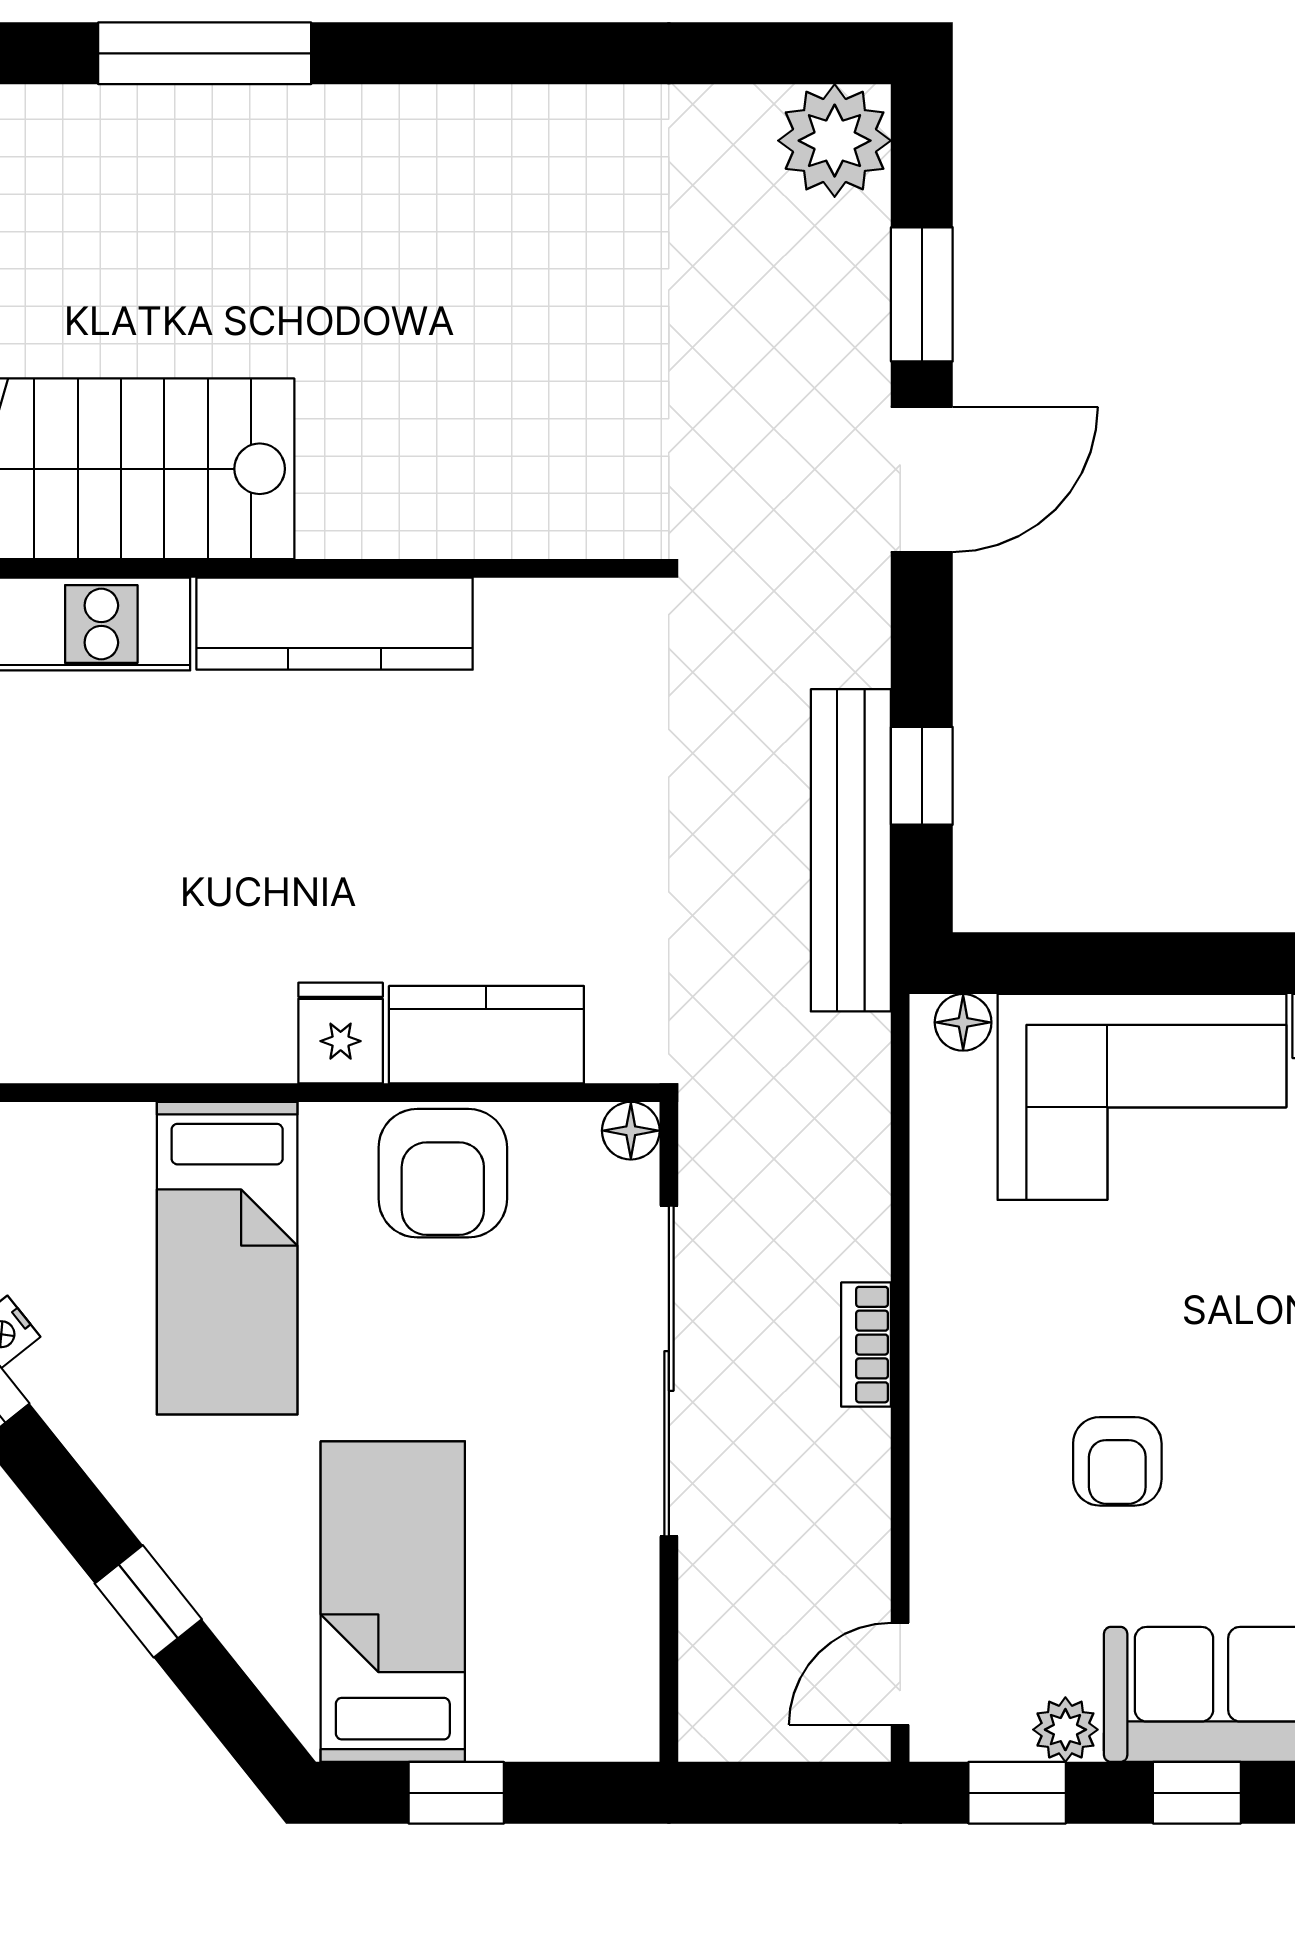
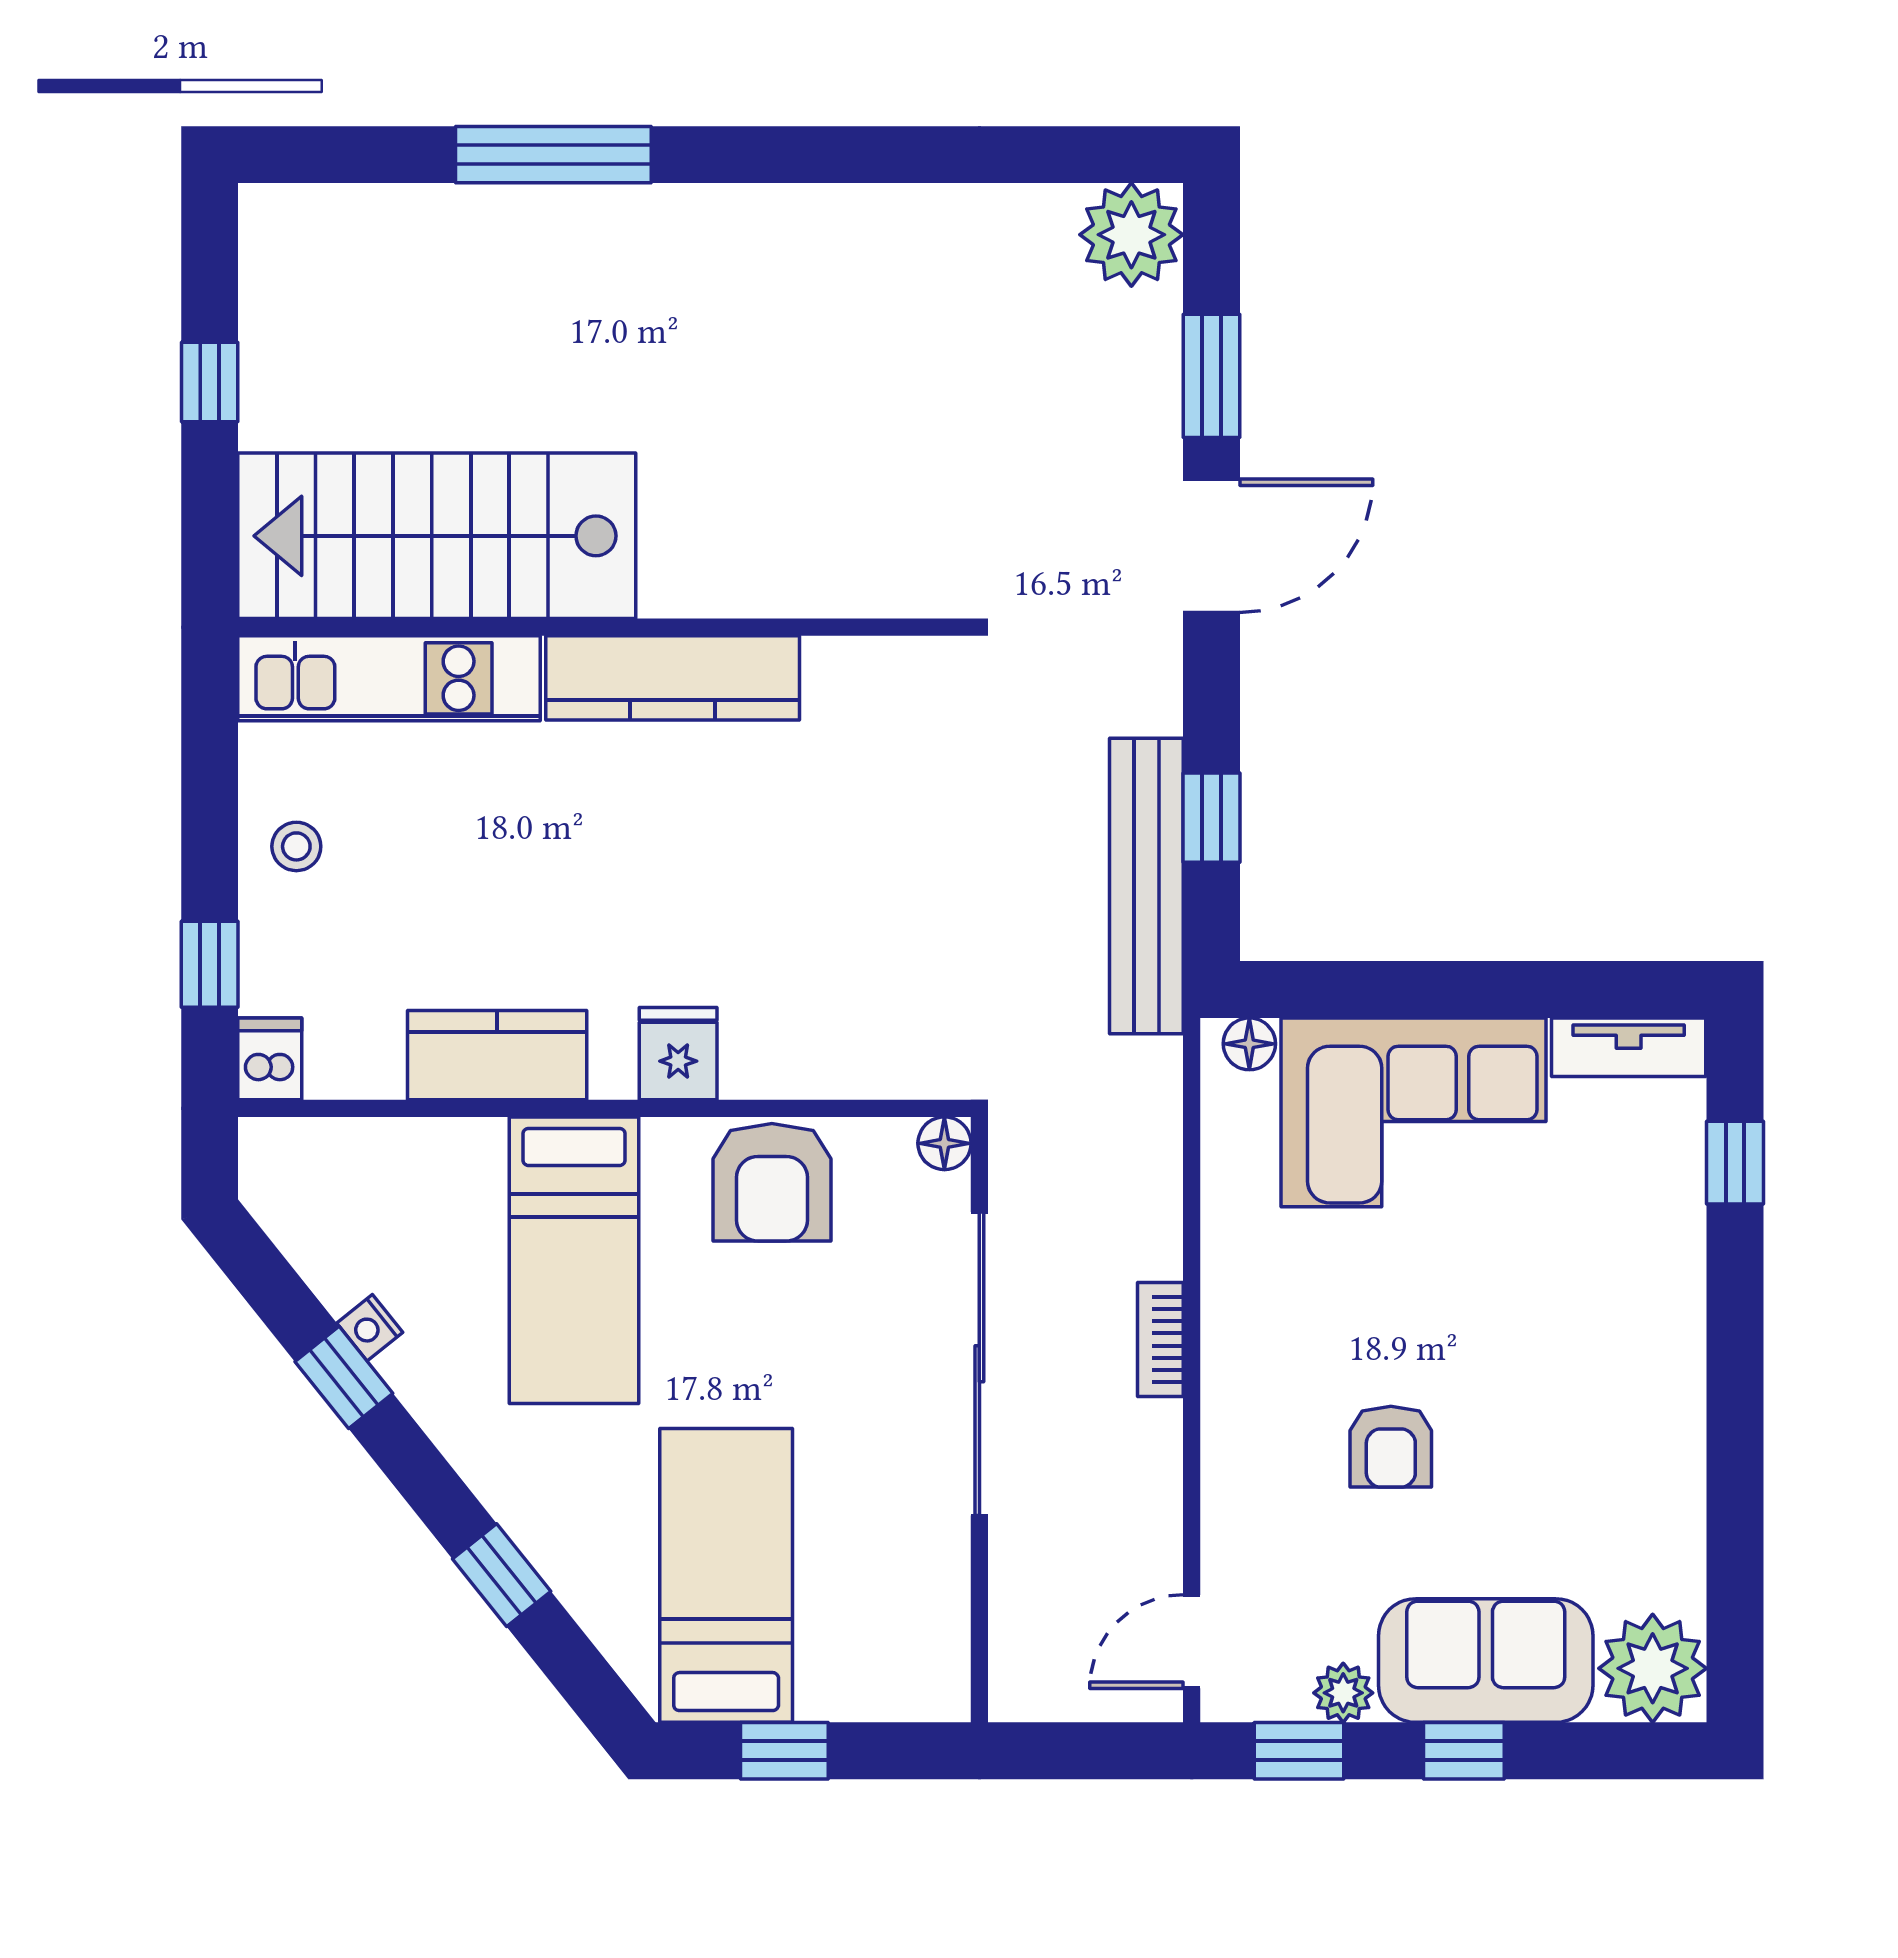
kitchen counter: (486, 1035) -> (497, 1055), moved

